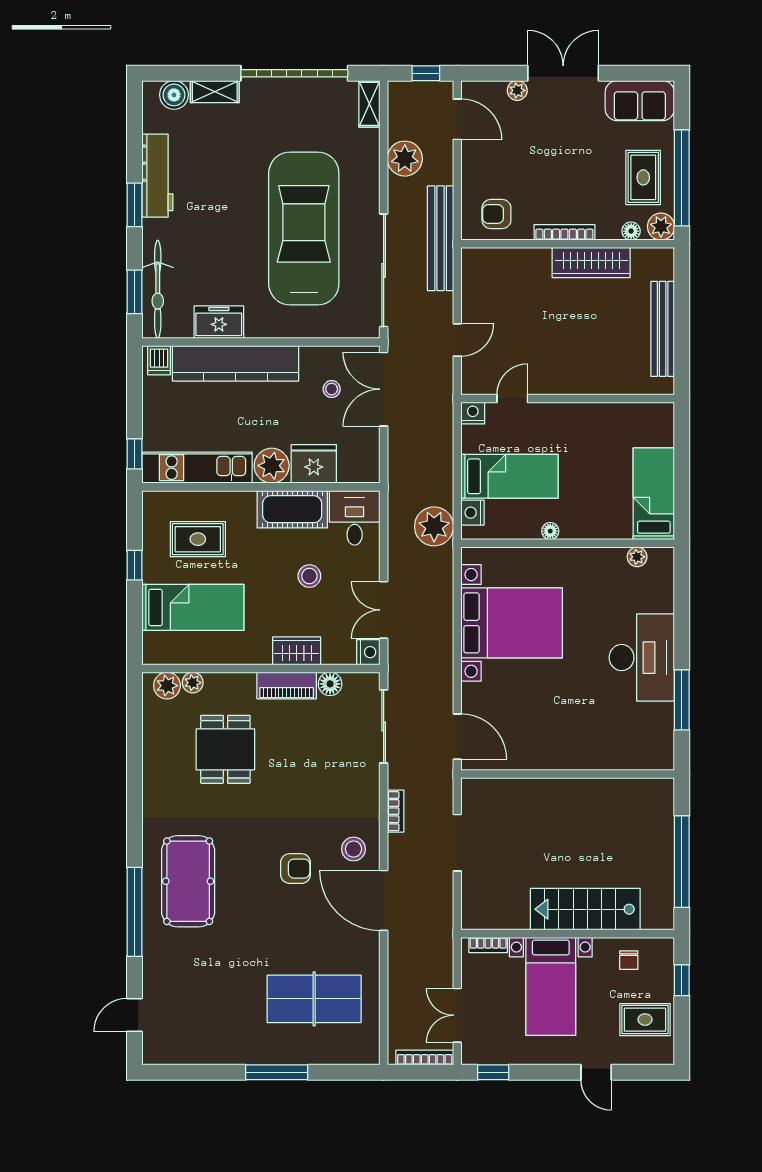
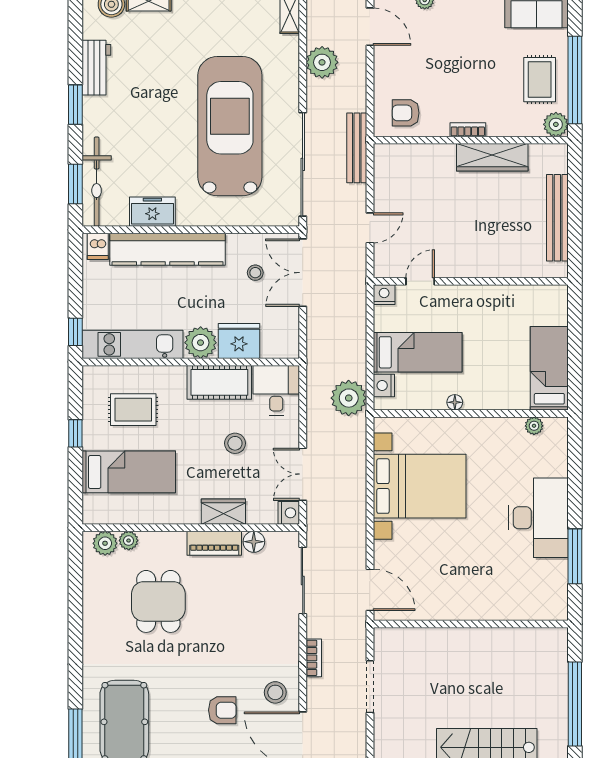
workbench: (157, 176) -> (96, 68), width x0.73
floor lamp: (631, 231) -> (529, 128), removed
bookcase: (564, 232) -> (468, 130), width x0.64
bench: (441, 238) -> (357, 148), width x0.73, depth x0.82

